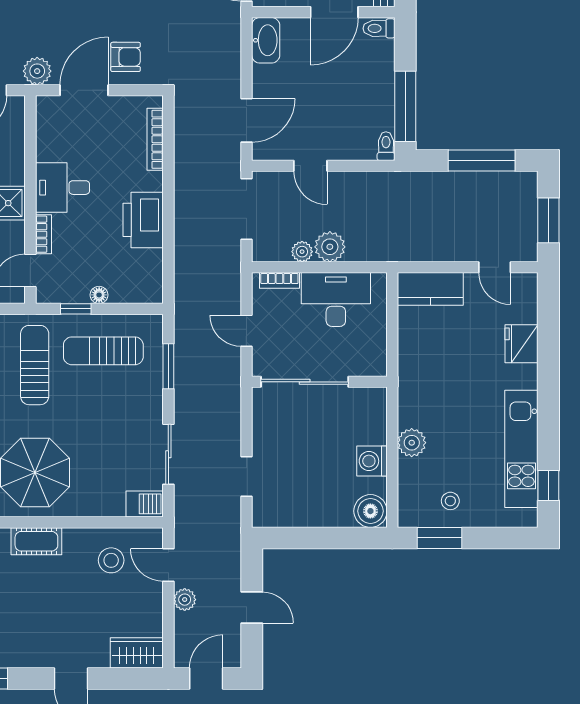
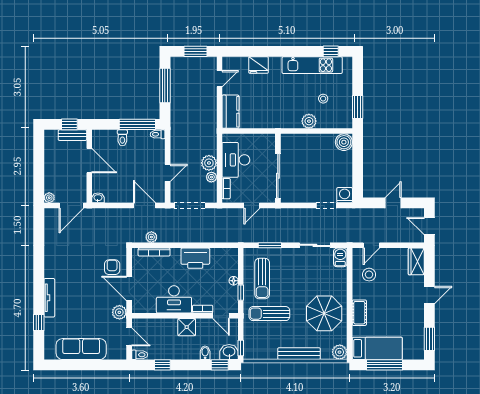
toilet: (379, 28) -> (122, 138), moved
washbasin: (266, 40) -> (98, 198), width x0.52, depth x0.69
desk: (63, 188) -> (174, 299), width x1.37
washing machine: (372, 461) -> (345, 195), moved, turned 180
stool: (450, 501) -> (323, 99), moved
plant: (185, 600) -> (151, 237), moved

